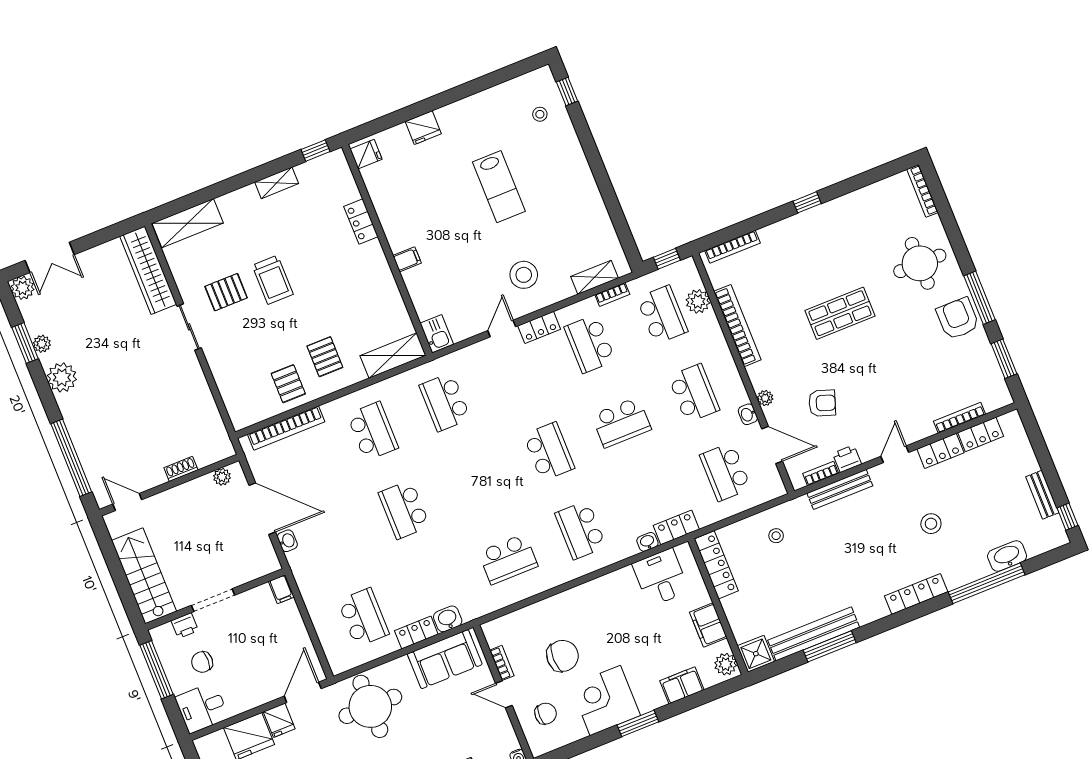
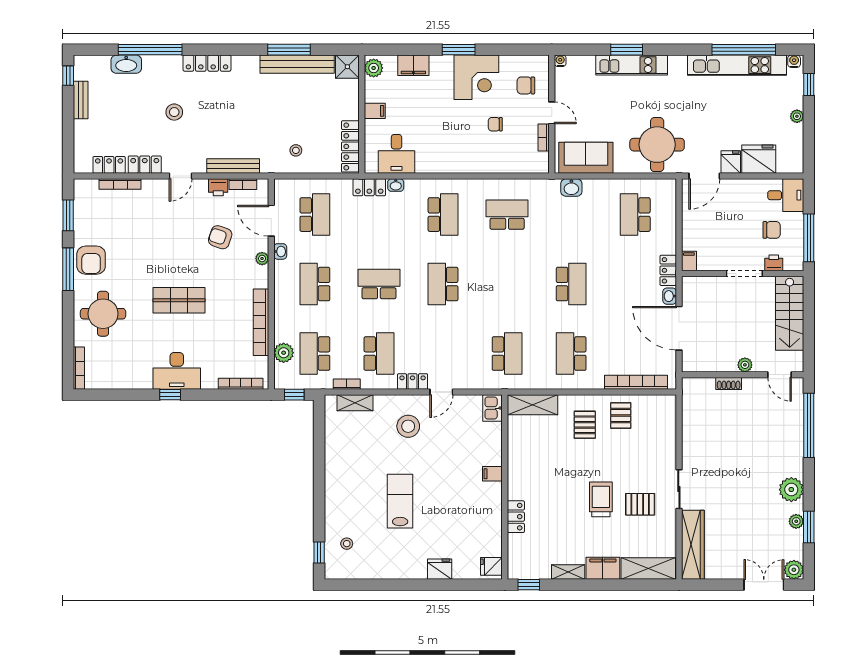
filing cabinet: (239, 203) -> (603, 568), added
desk: (811, 232) -> (177, 371), added
plant: (222, 477) -> (745, 365), moved
filing cabinet: (708, 625) -> (375, 111), width x0.50
locker: (416, 632) -> (668, 270), moved, turned 90
chair: (563, 656) -> (495, 124), width x0.54, depth x0.54

